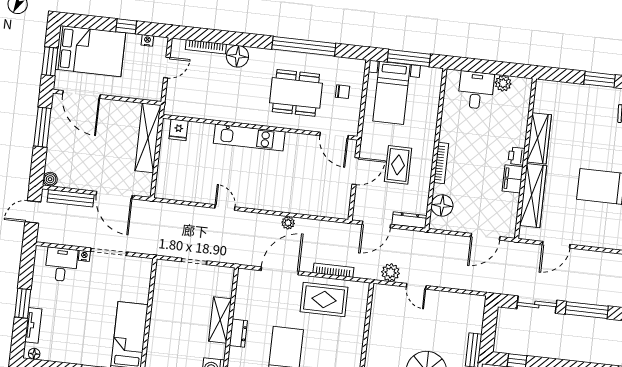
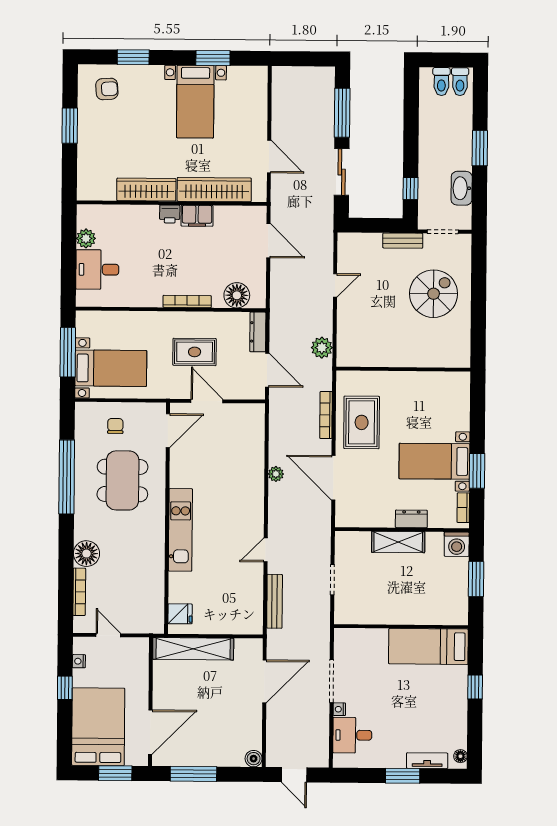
bench: (71, 198) -> (275, 601), moved
door: (416, 286) -> (335, 285), moved

